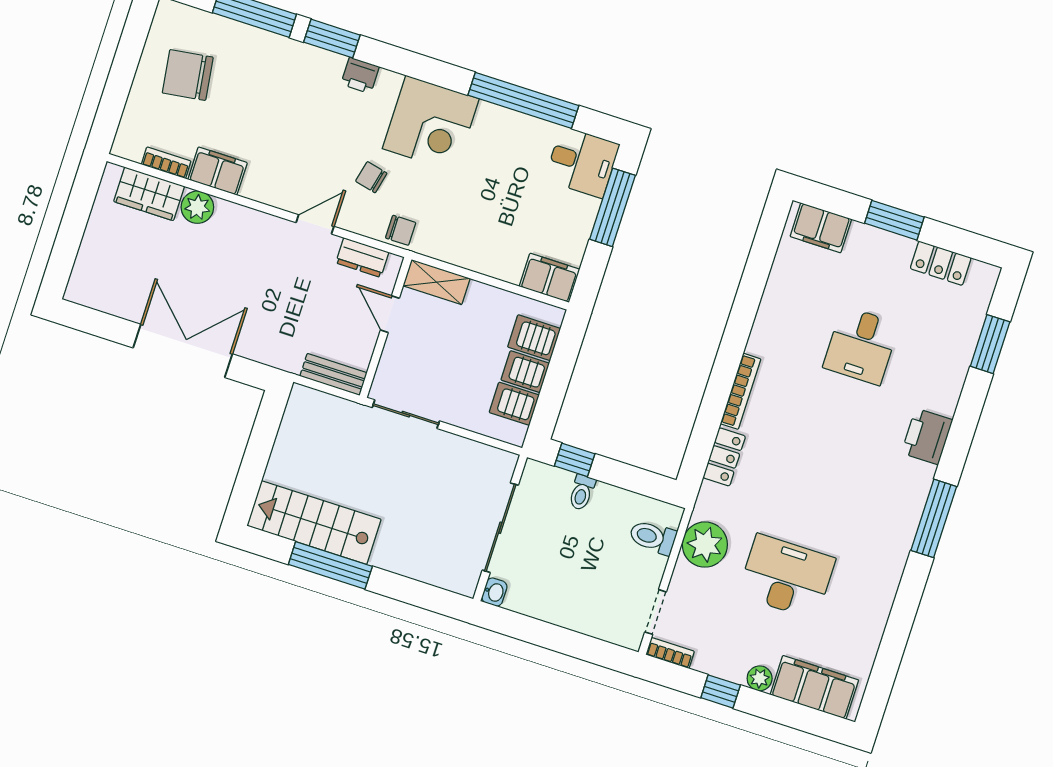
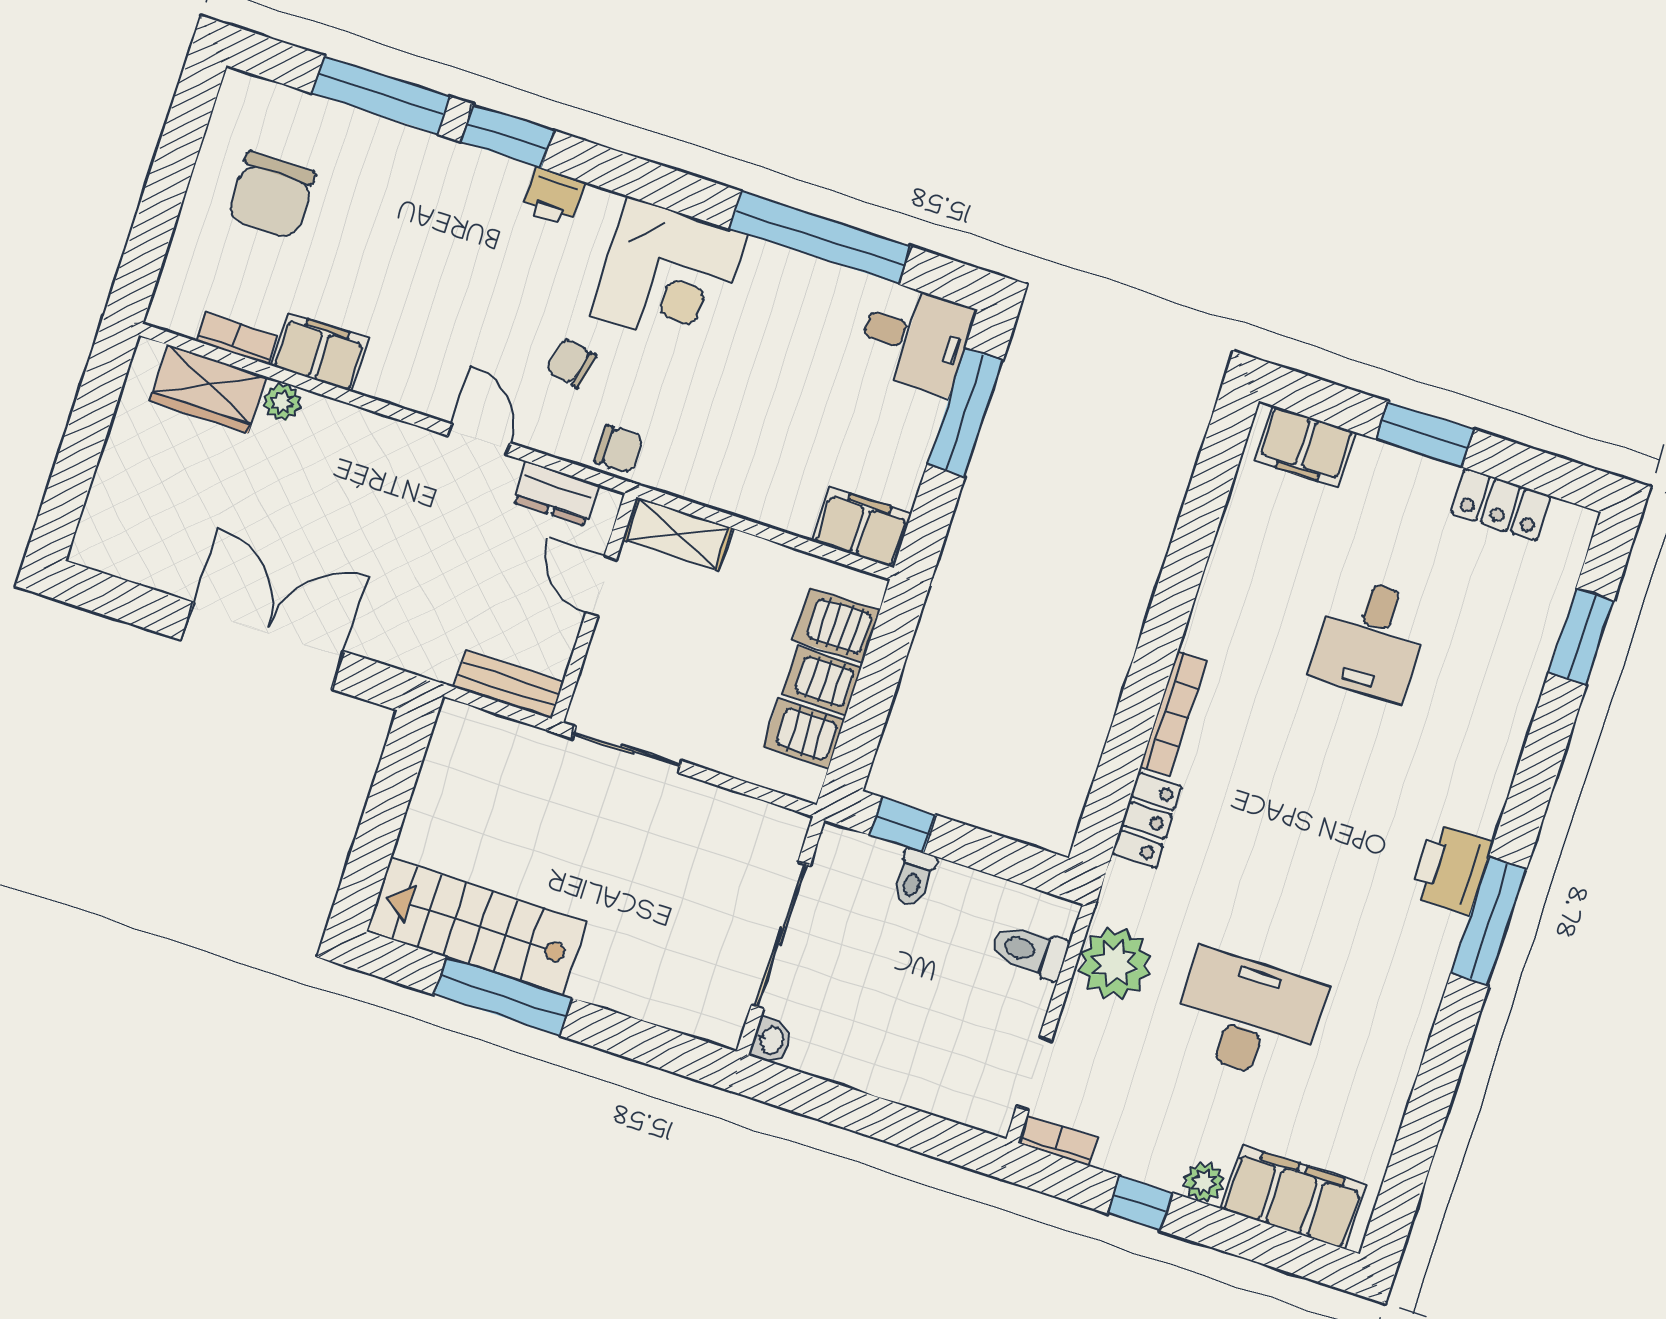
chair: (188, 75) -> (272, 195), turned -82
plant: (197, 207) -> (282, 402), width x0.73, depth x0.73
door: (315, 224) -> (479, 439), hinge flipped
printer: (927, 436) -> (1451, 869), moved

